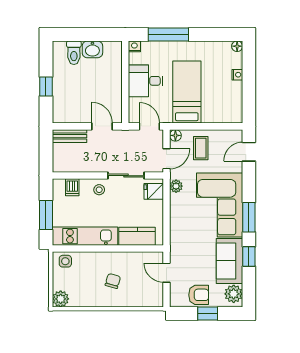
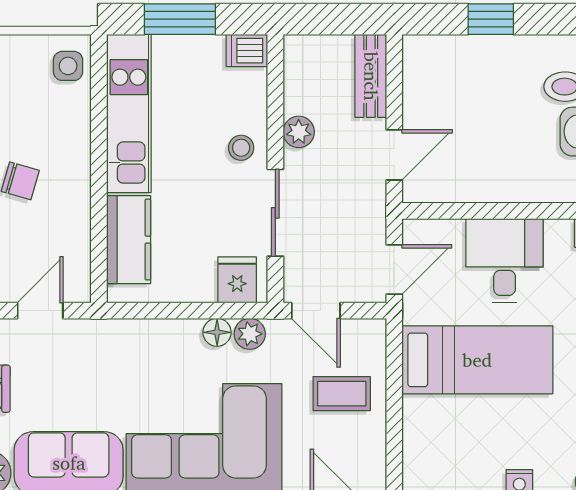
floor lamp: (175, 135) -> (217, 332), moved
plant: (93, 166) -> (299, 132), added
dishwasher: (72, 187) -> (247, 51), moved

